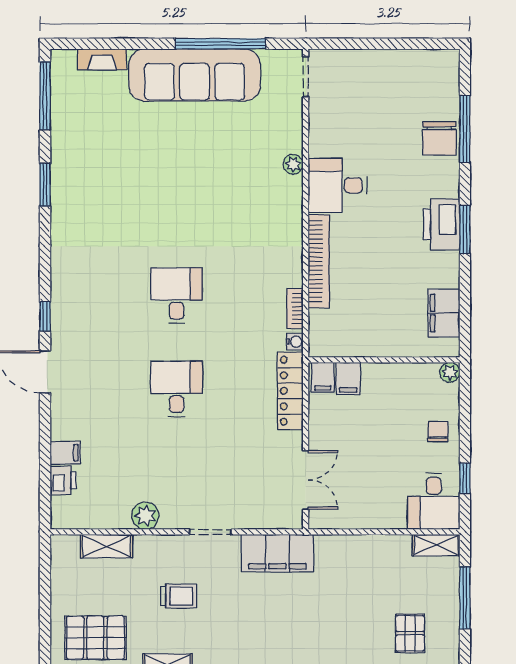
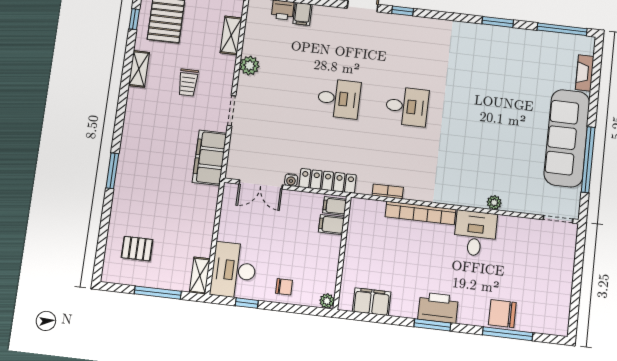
water cooler: (295, 342) -> (291, 180), moved
desk: (434, 501) -> (234, 270), width x1.37

